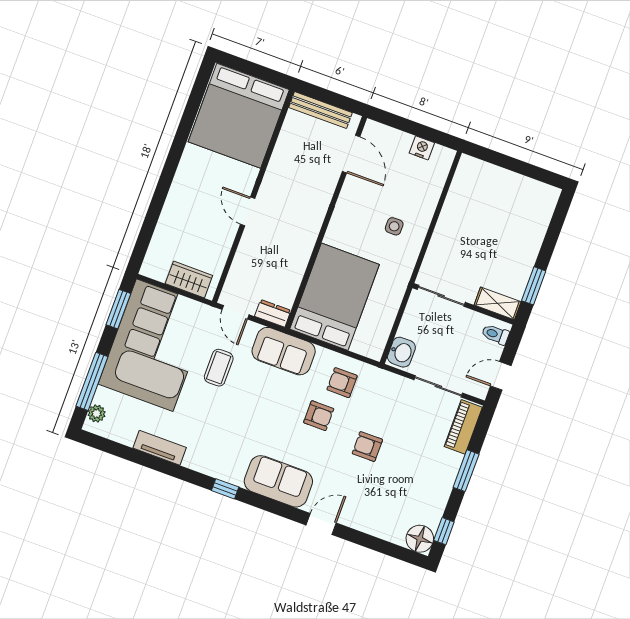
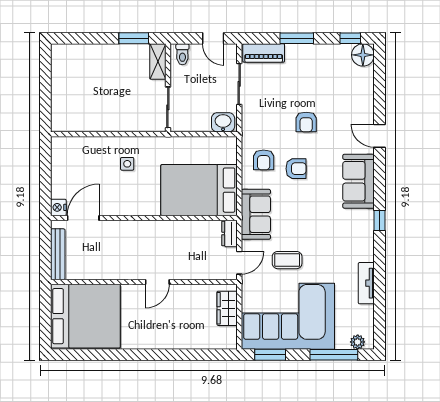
nightstand: (422, 148) -> (58, 207), moved
armchair: (319, 416) -> (296, 169), turned 90

